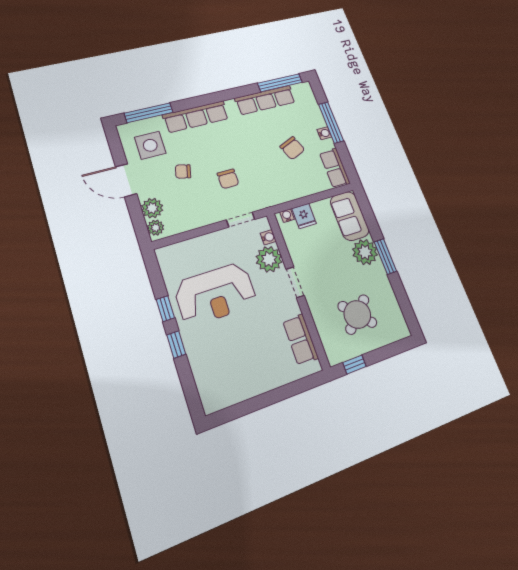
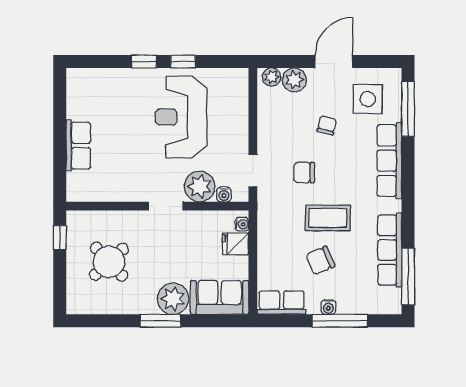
coffee table: (258, 151) -> (328, 218), added
row of seats: (301, 339) -> (78, 145), moved, turned 90

